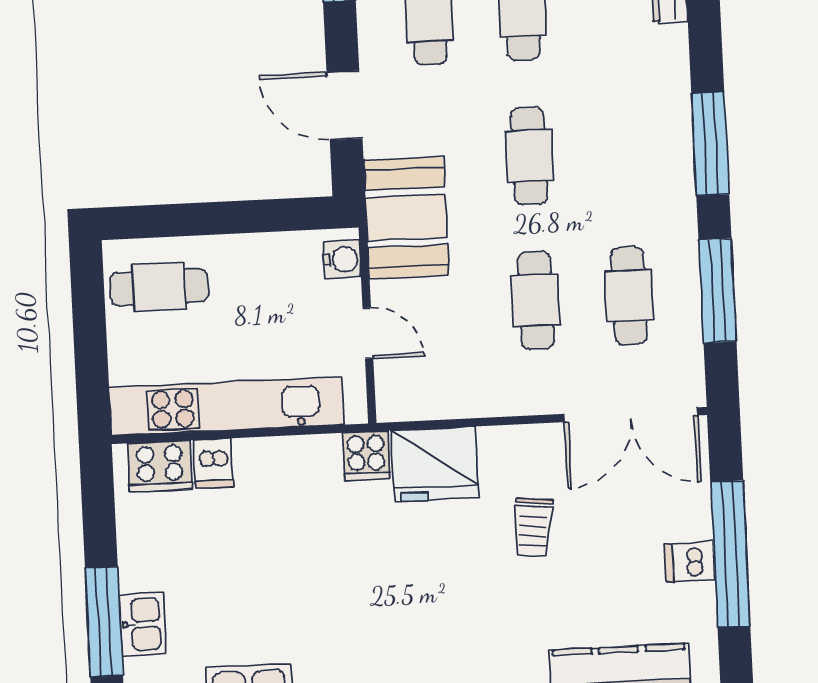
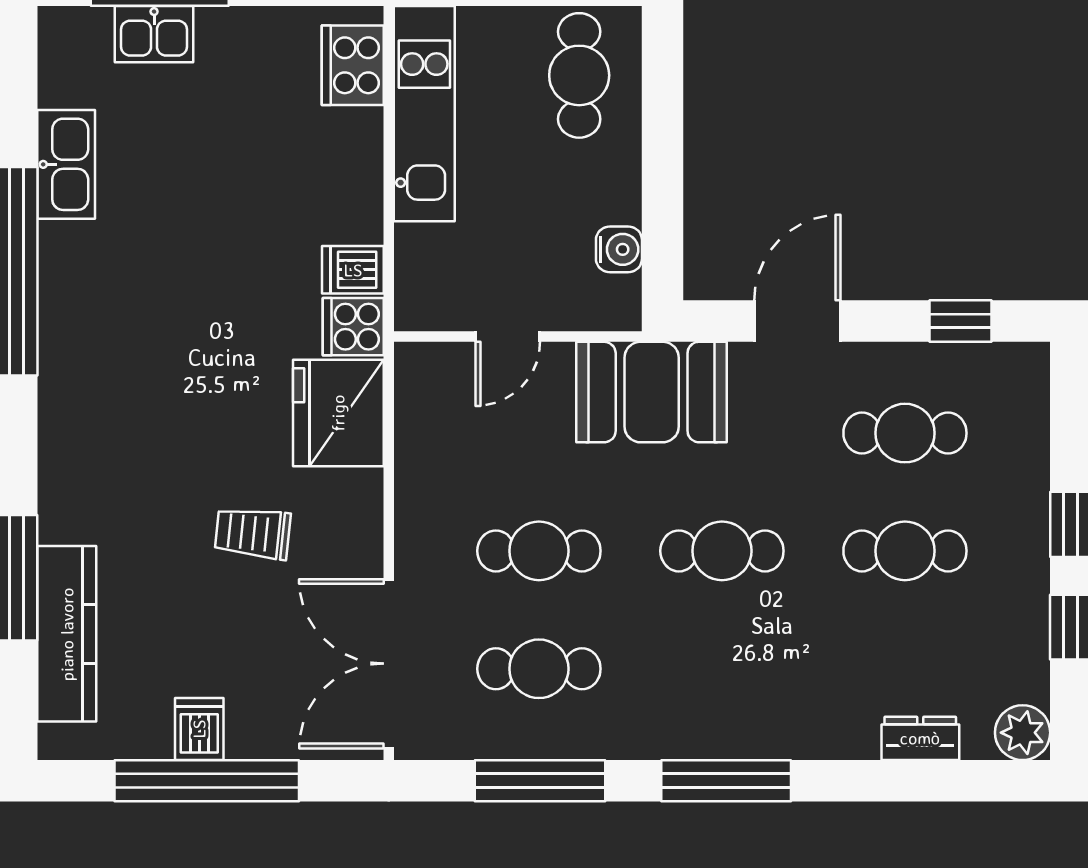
water cooler: (342, 259) -> (619, 249), moved, turned -90
kitchen unit: (226, 406) -> (424, 114), width x0.73
dishwasher: (213, 464) -> (353, 270), moved

